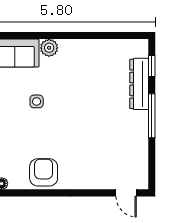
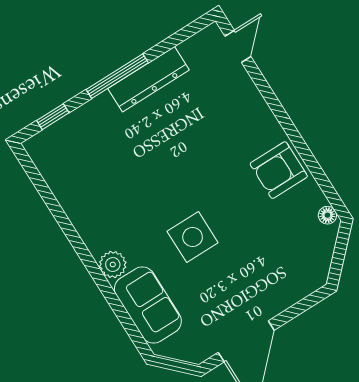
dresser: (139, 84) -> (148, 79), moved
side table: (37, 101) -> (193, 237), width x1.87, depth x1.87

